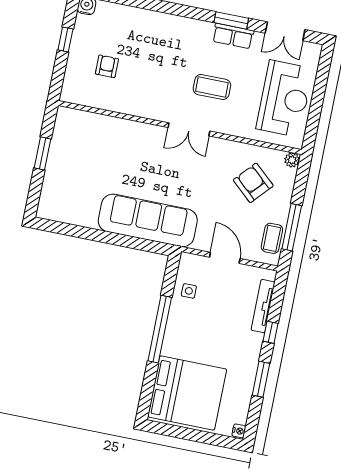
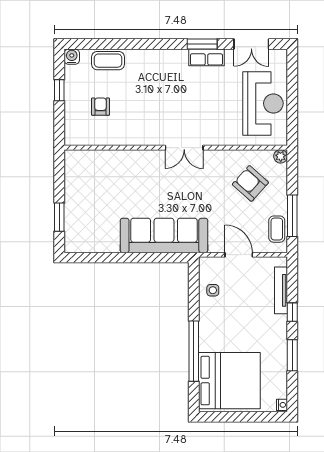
coffee table: (212, 87) -> (108, 61), moved
window: (42, 153) -> (59, 217), moved
window: (160, 329) -> (194, 351), moved

